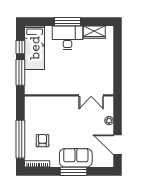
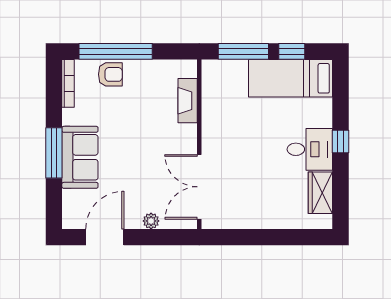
window: (68, 22) -> (341, 142), width x0.46
desk: (68, 38) -> (310, 149), width x0.73
double door: (91, 95) -> (199, 187), width x1.37
fireplace: (46, 101) -> (188, 101), added
armchair: (42, 141) -> (110, 74), moved

